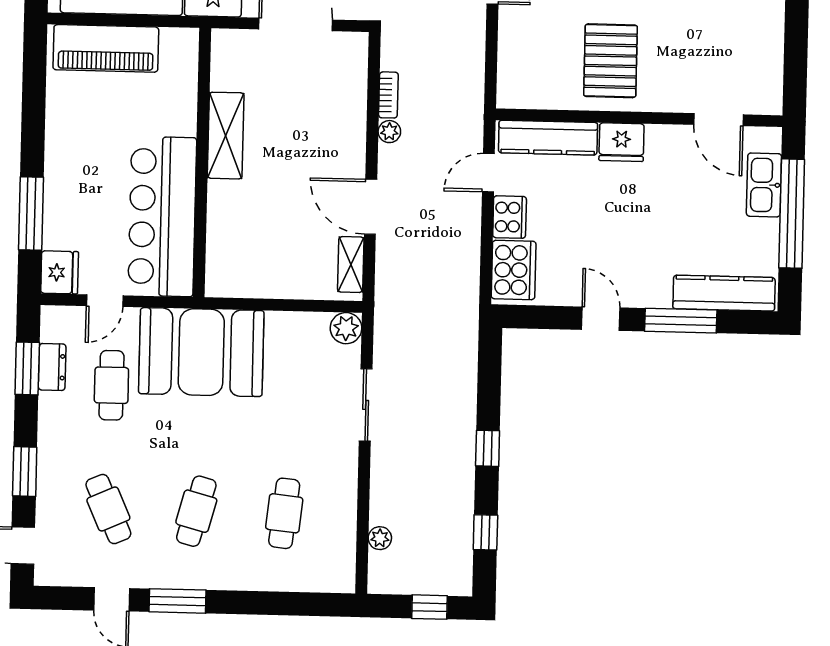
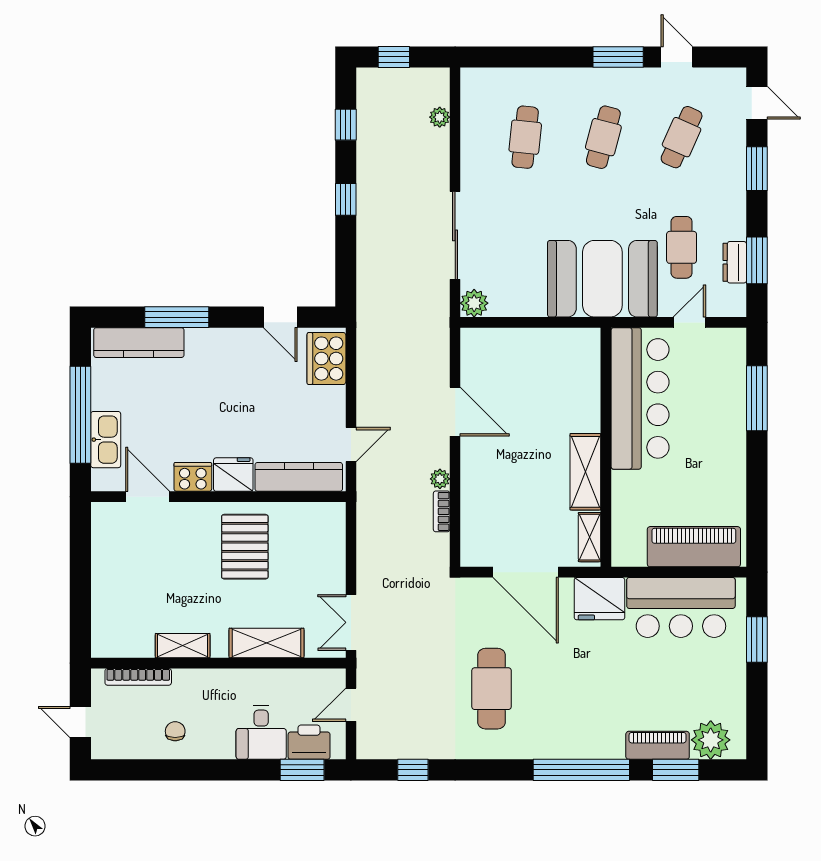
cooker: (510, 217) -> (193, 477), moved, turned 90
shelving: (351, 265) -> (590, 537), moved
fridge: (60, 272) -> (730, 347), removed
door: (601, 319) -> (280, 317), moved
sliding door: (366, 405) -> (455, 235), width x1.37
cafe table: (108, 509) -> (682, 137), turned 48

